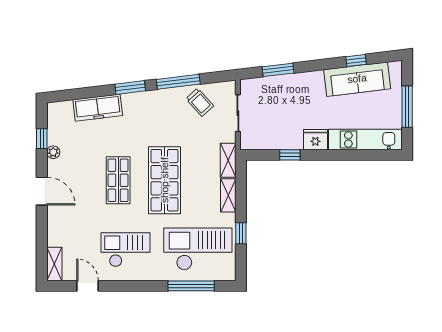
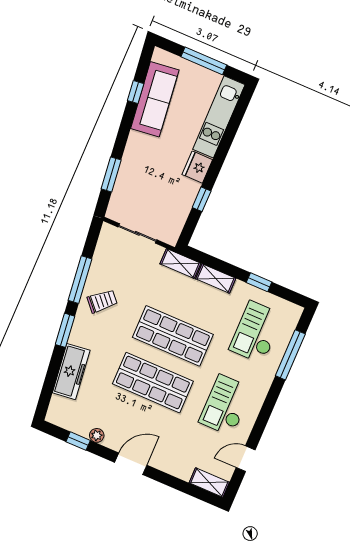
trolley: (200, 102) -> (102, 301), moved
shop shelf: (118, 180) -> (153, 383), width x1.43, depth x1.36
checkout: (198, 249) -> (256, 332), width x0.73, depth x0.83

